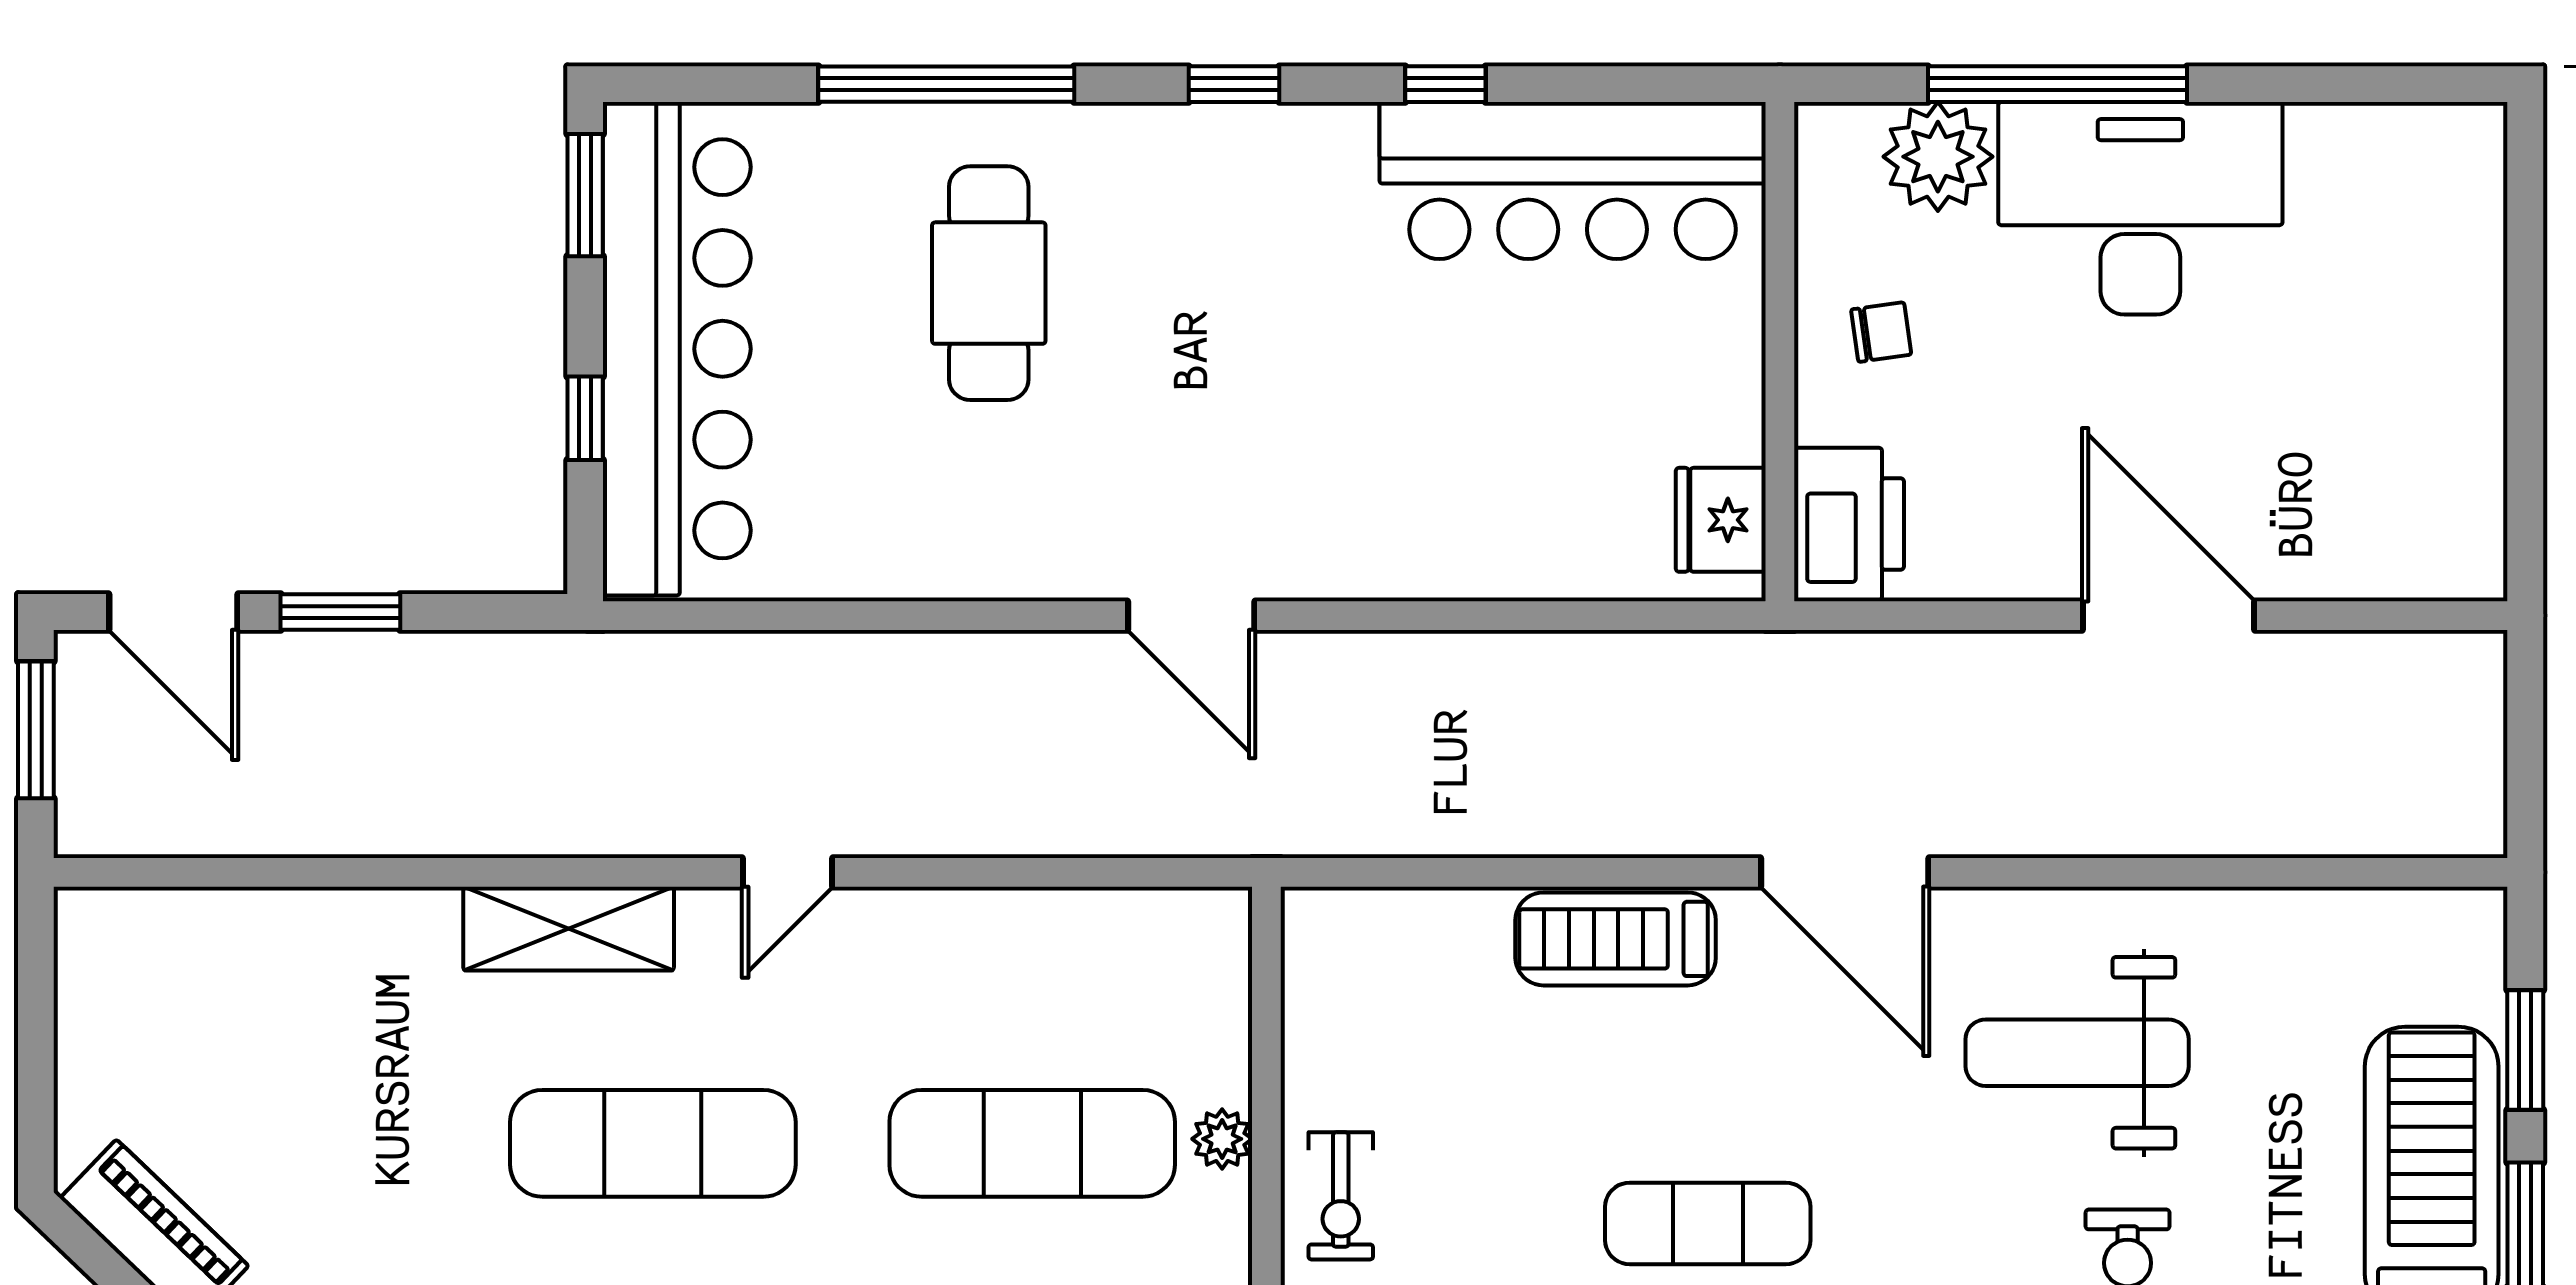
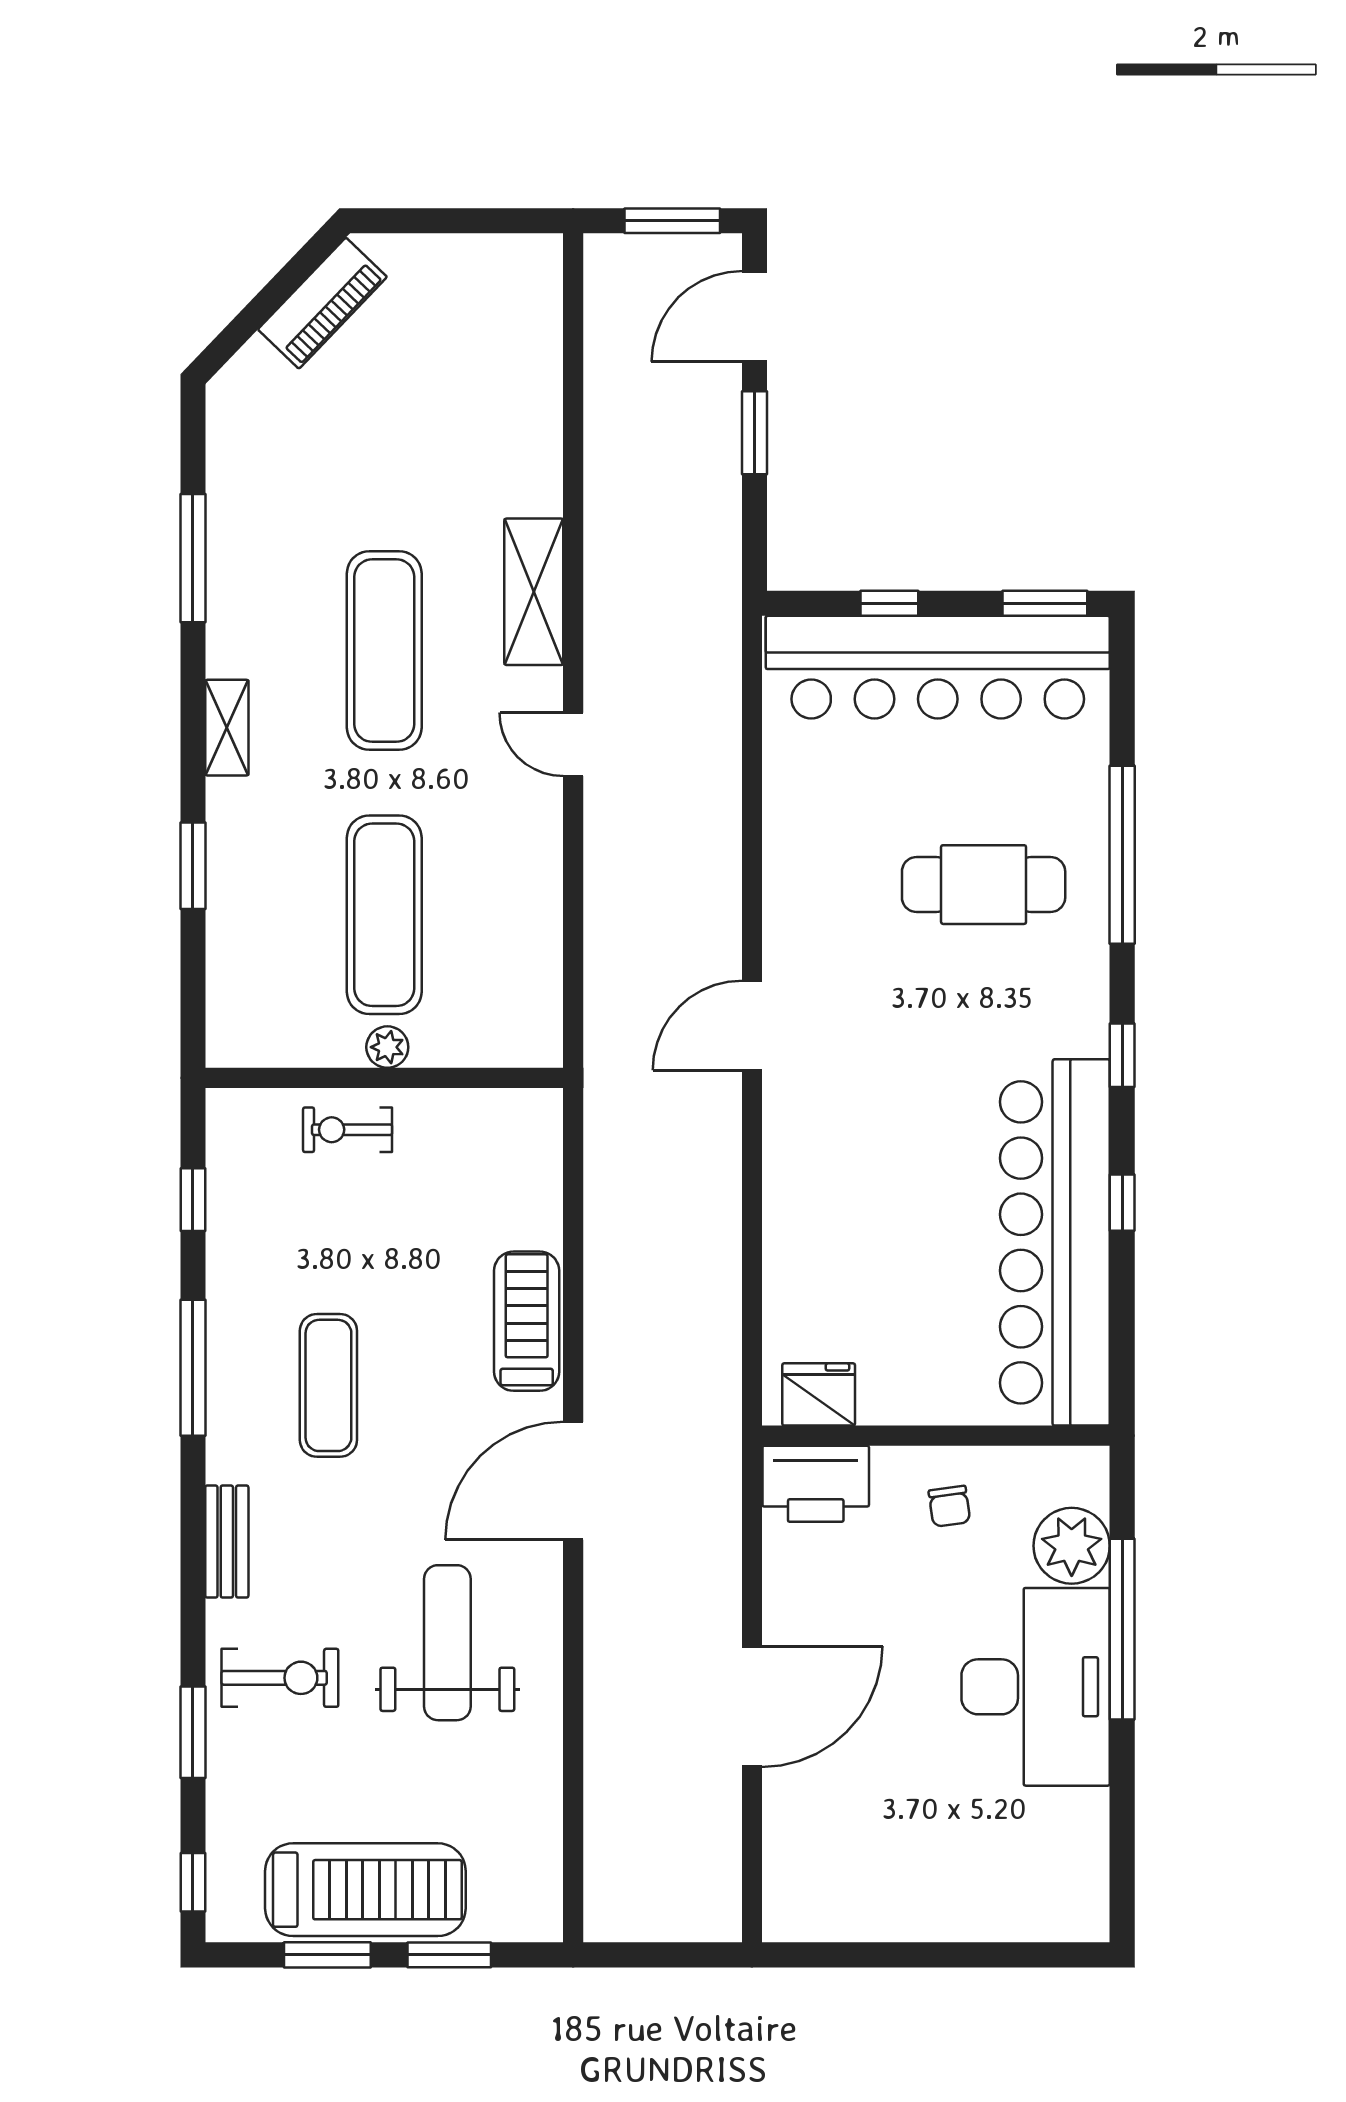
bar counter: (1573, 181) -> (1055, 1242), width x1.36

